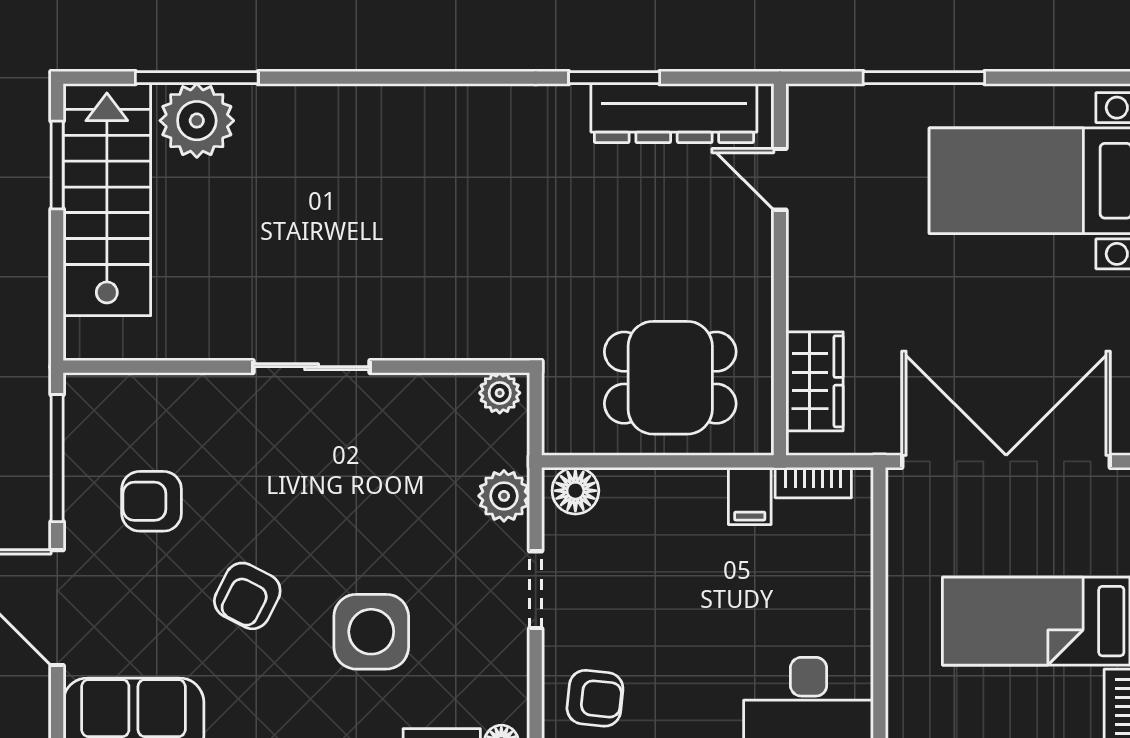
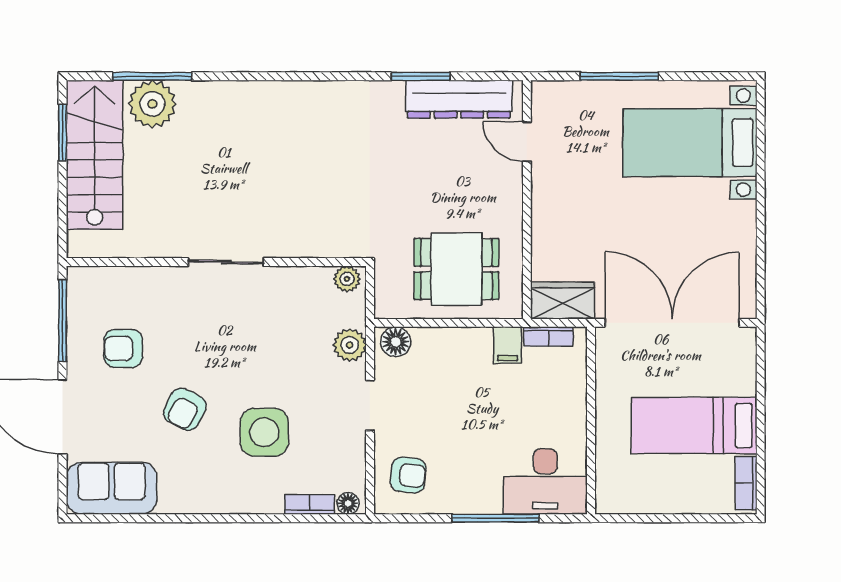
wardrobe: (814, 381) -> (563, 301), moved, turned -90

